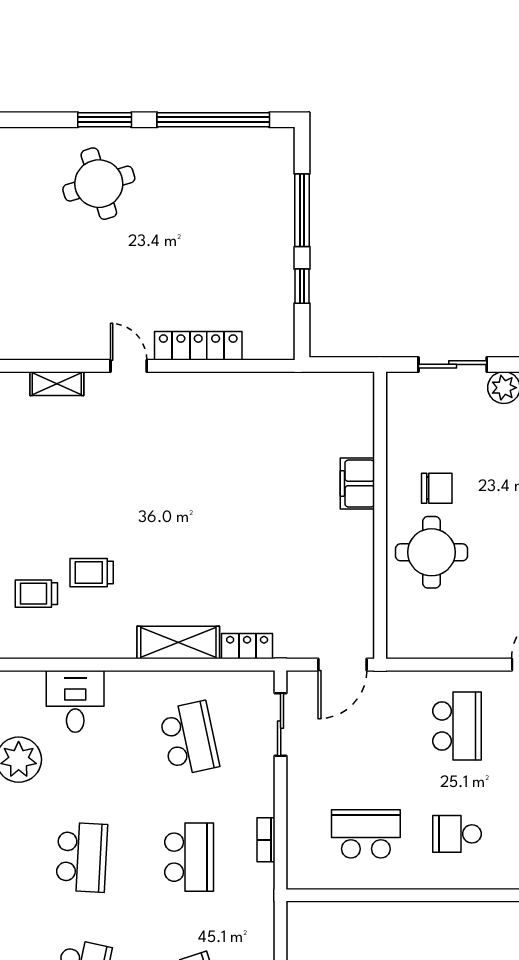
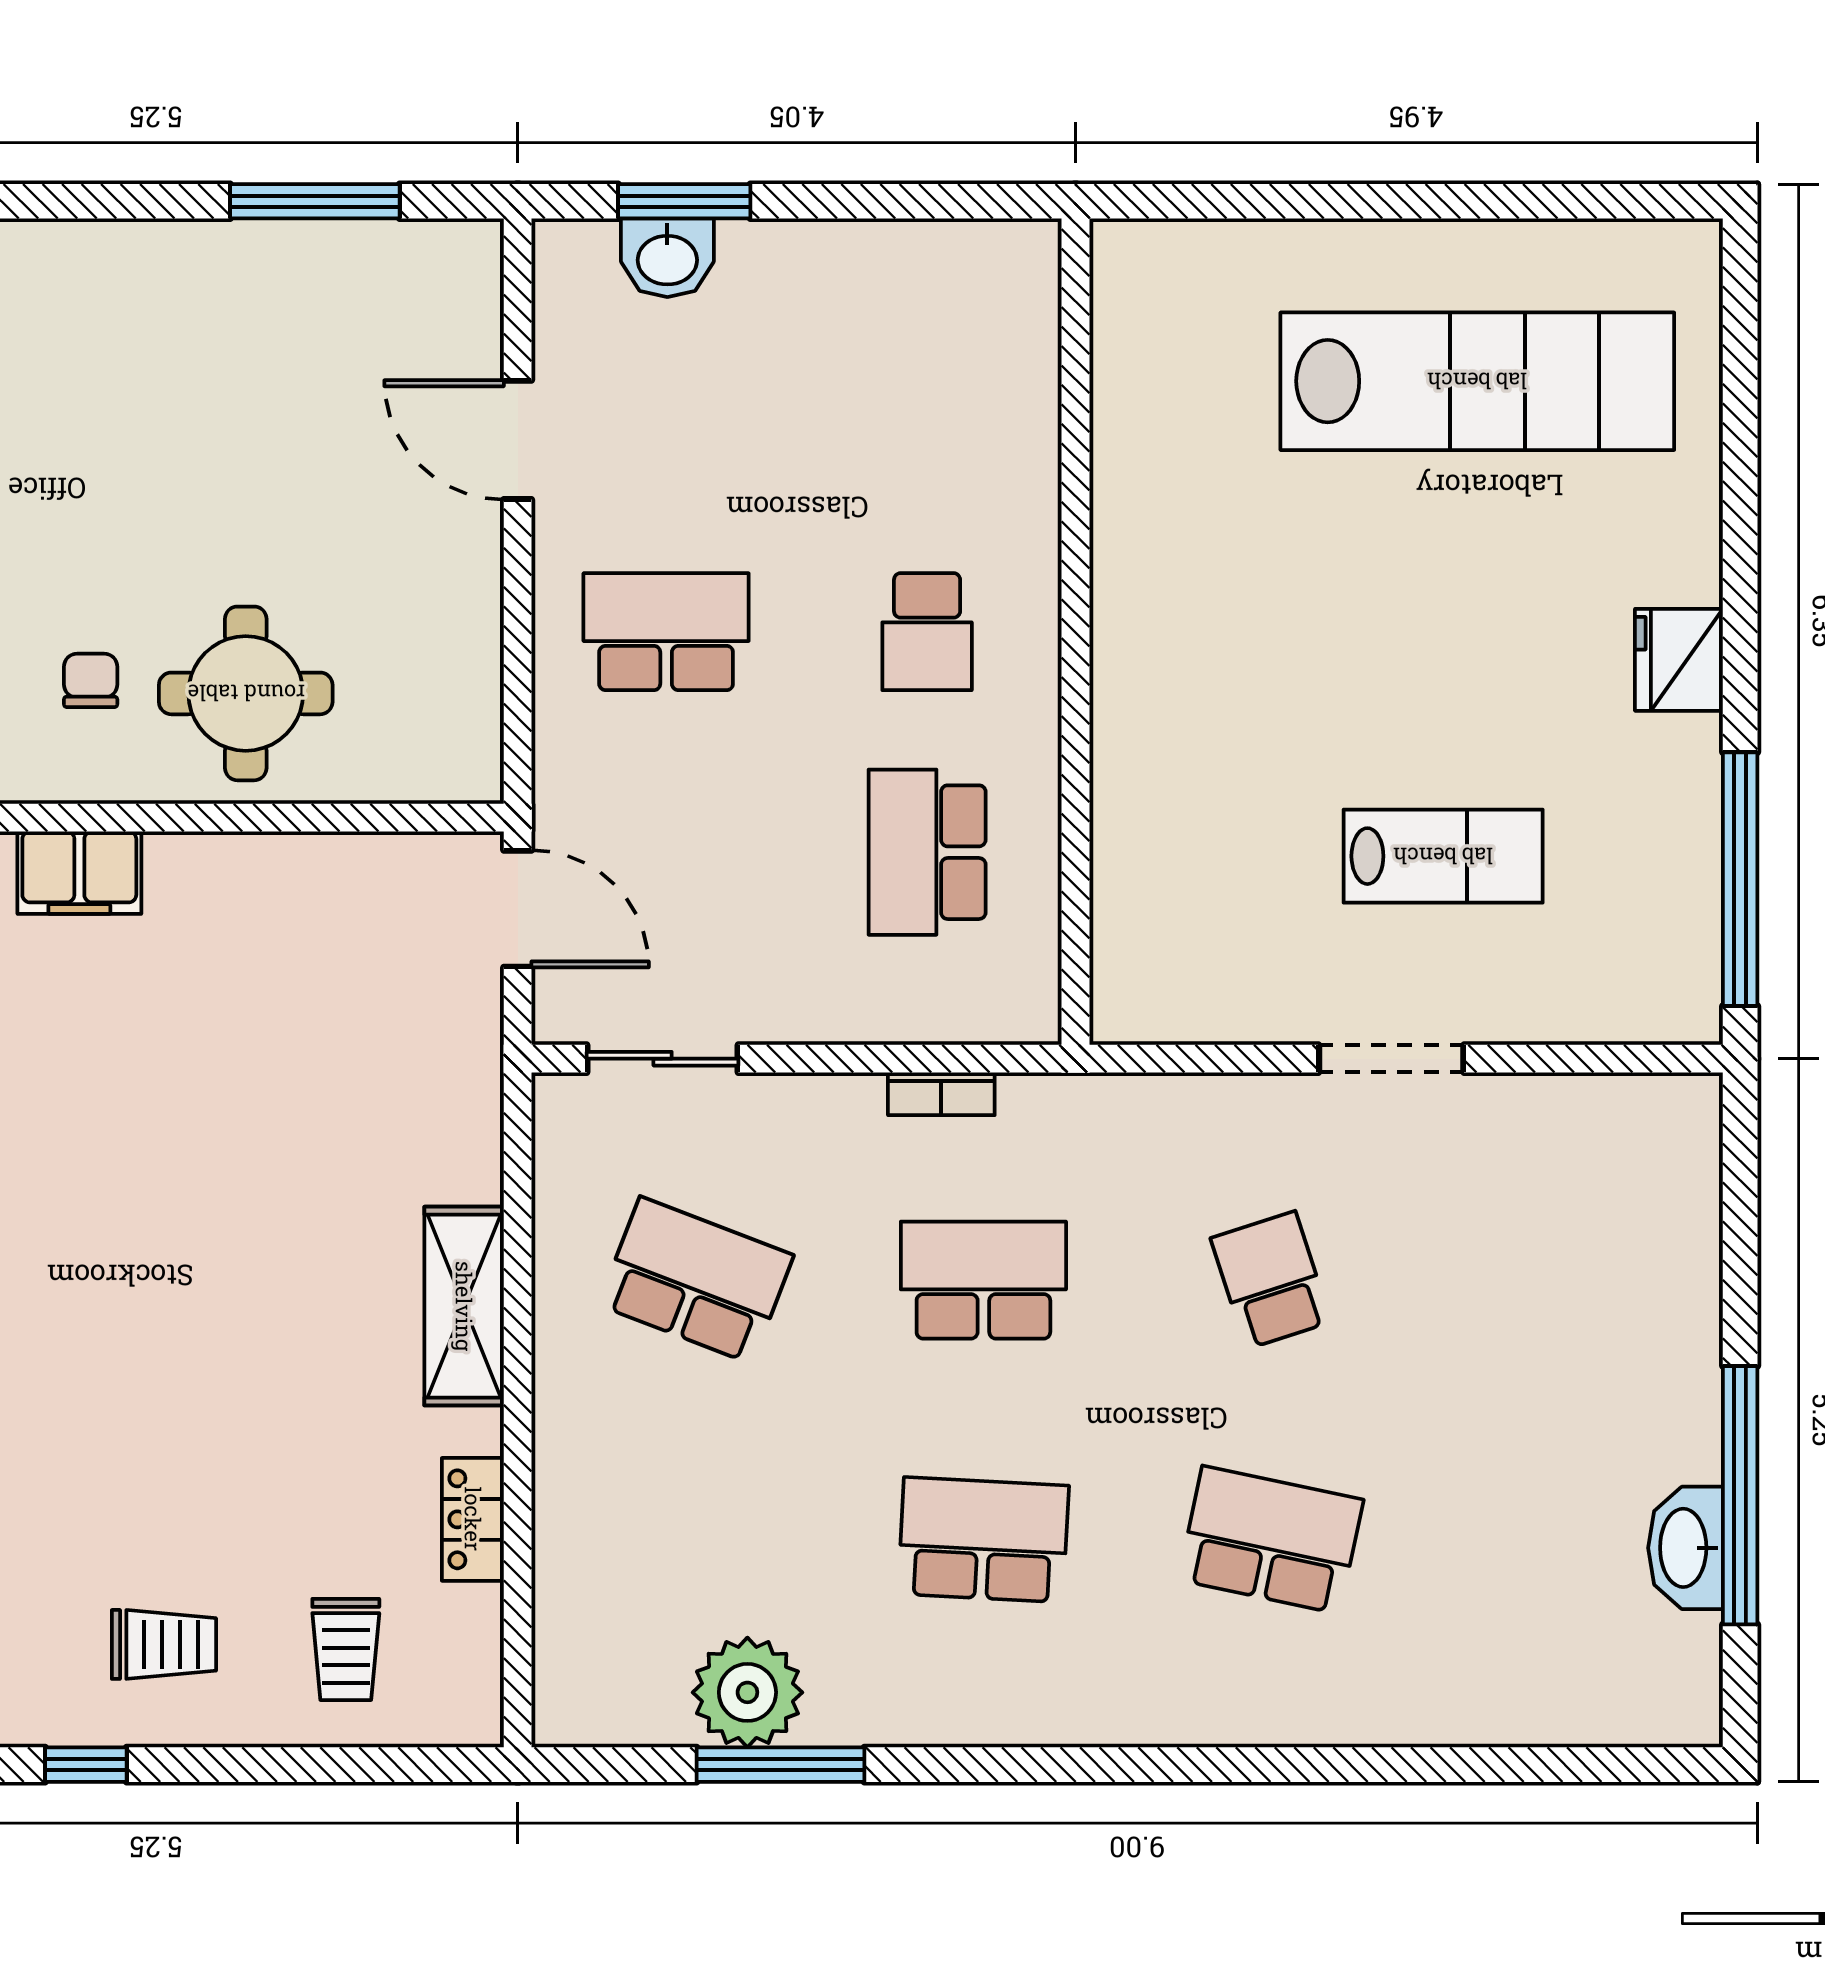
chair: (437, 488) -> (91, 680), width x0.73, depth x0.73
trolley: (92, 573) -> (164, 1644), moved, turned -90
locker: (247, 646) -> (473, 1519), moved
desk: (75, 701) -> (606, 1556), removed
school desk: (189, 738) -> (696, 1280), turned 33

